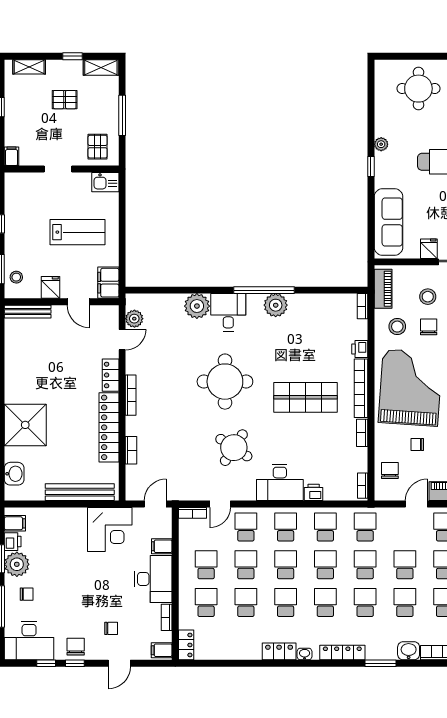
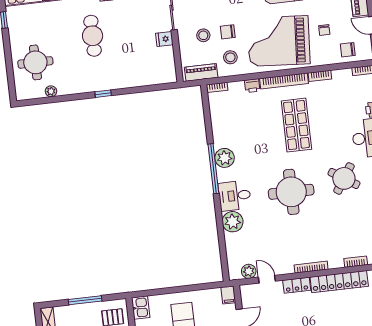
plant: (381, 144) -> (51, 91), moved
sofa: (388, 222) -> (146, 74), removed
filing cabinet: (108, 283) -> (228, 295), width x0.50

